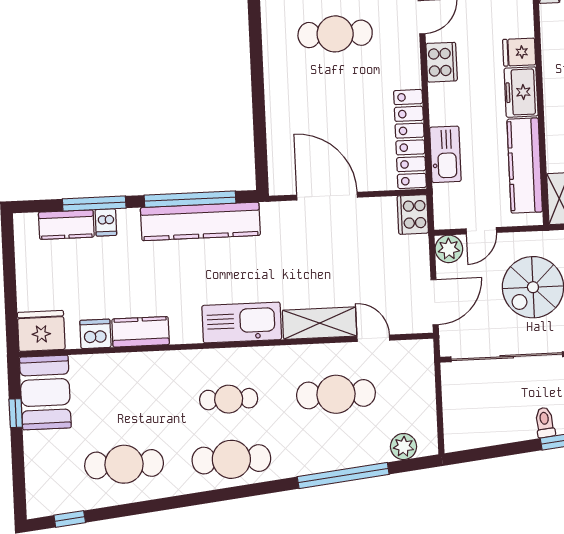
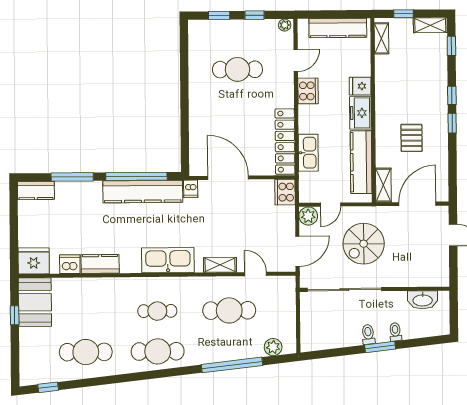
dishwasher: (106, 222) -> (191, 189), moved
kitchen counter: (66, 225) -> (36, 190), moved
shelving: (320, 323) -> (220, 265), width x0.67, depth x0.75

